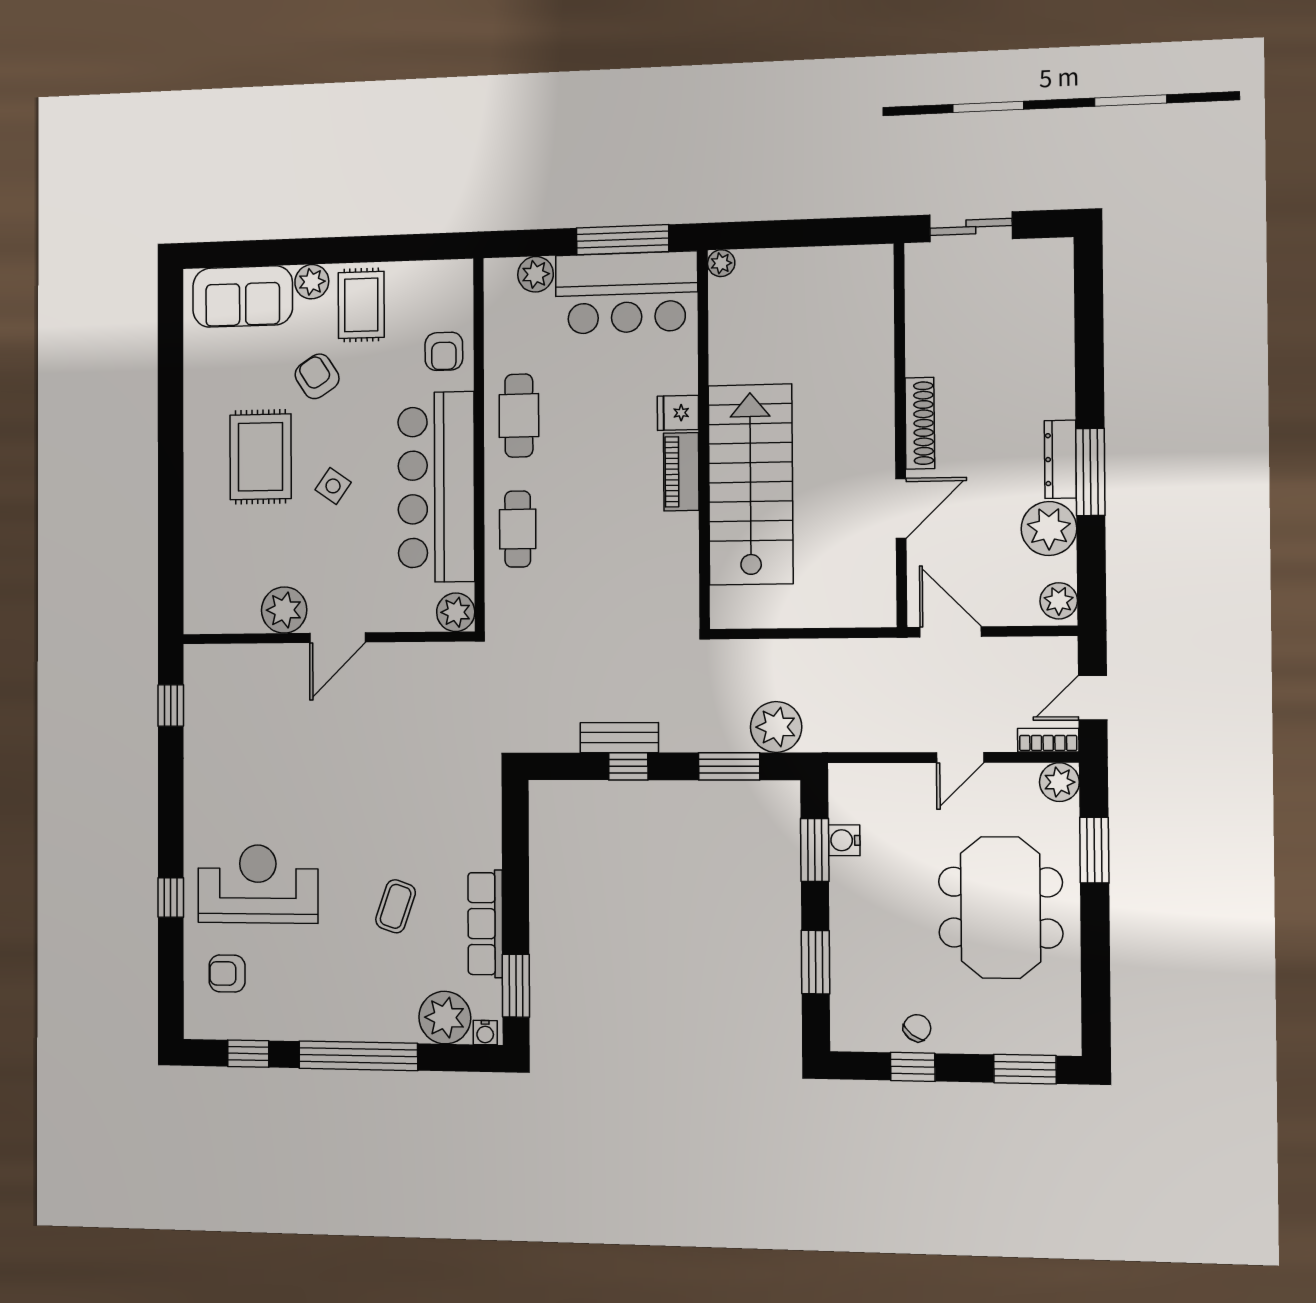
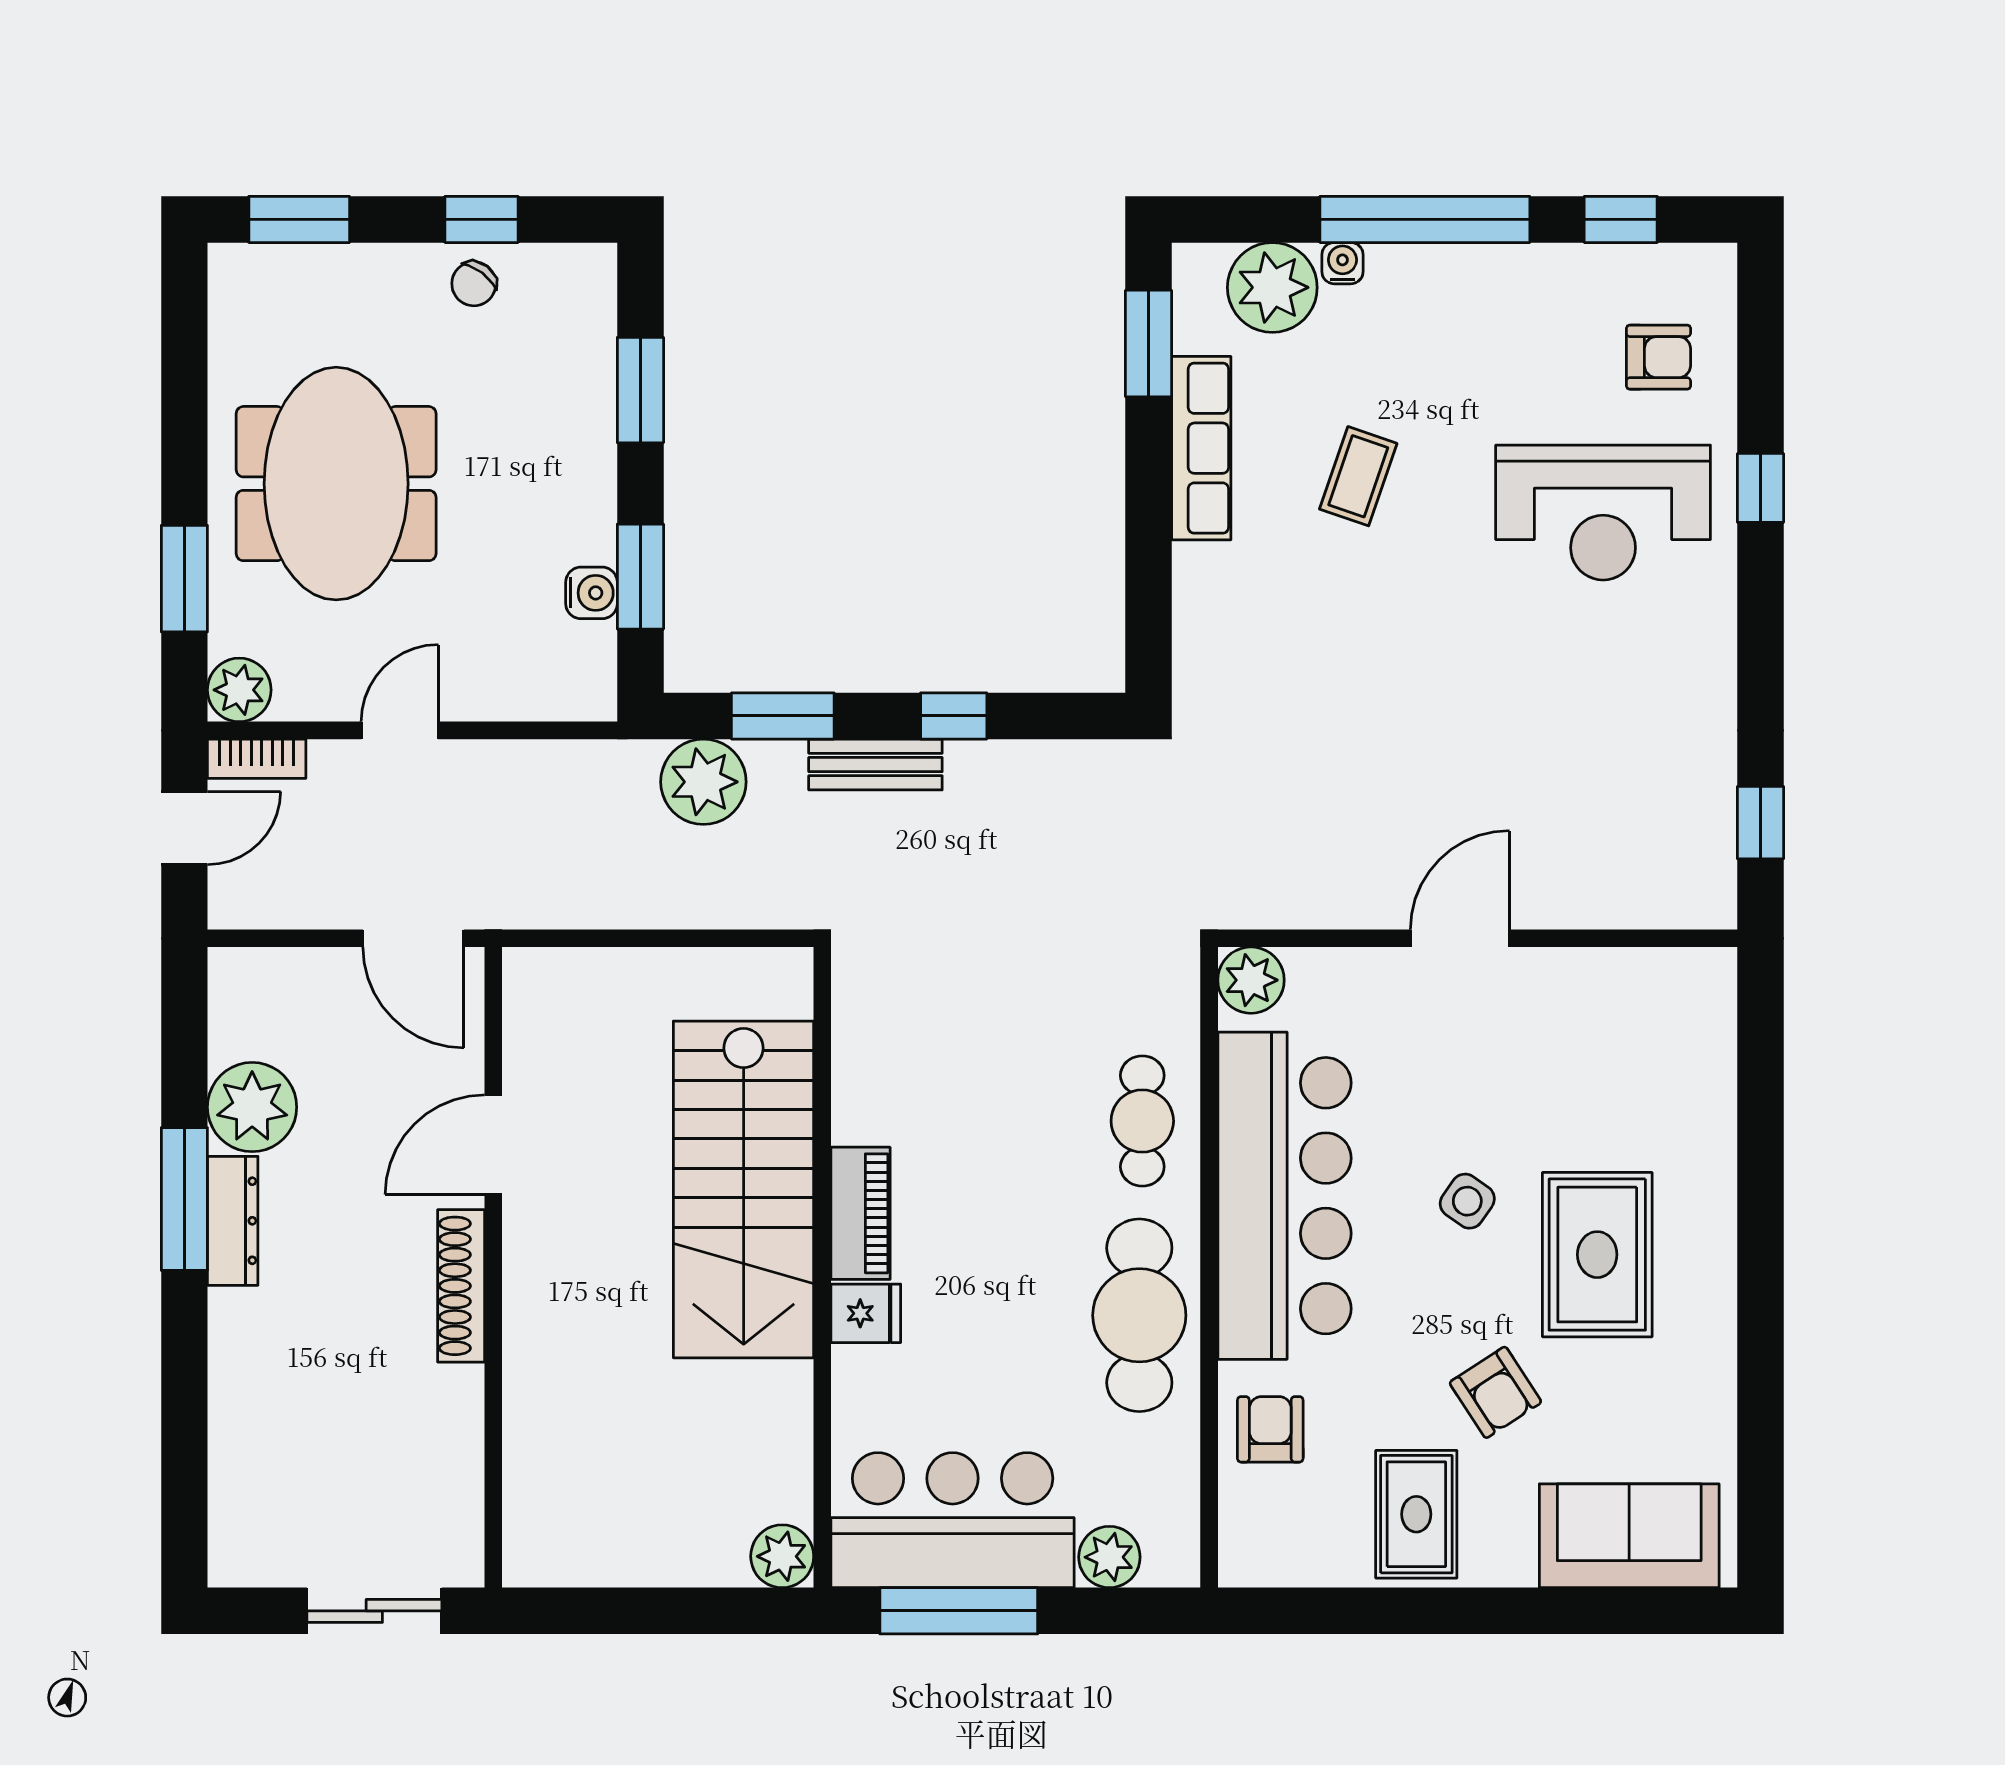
plant: (721, 263) -> (782, 1556), width x1.38, depth x1.38
plant: (312, 282) -> (1505, 1558), removed
cafe table: (519, 416) -> (1139, 1315), width x1.37, depth x1.35
plant: (1059, 601) -> (237, 988), removed
plant: (284, 610) -> (1555, 987), removed
bench: (619, 738) -> (875, 765), moved
water cooler: (485, 1033) -> (1342, 263), moved

